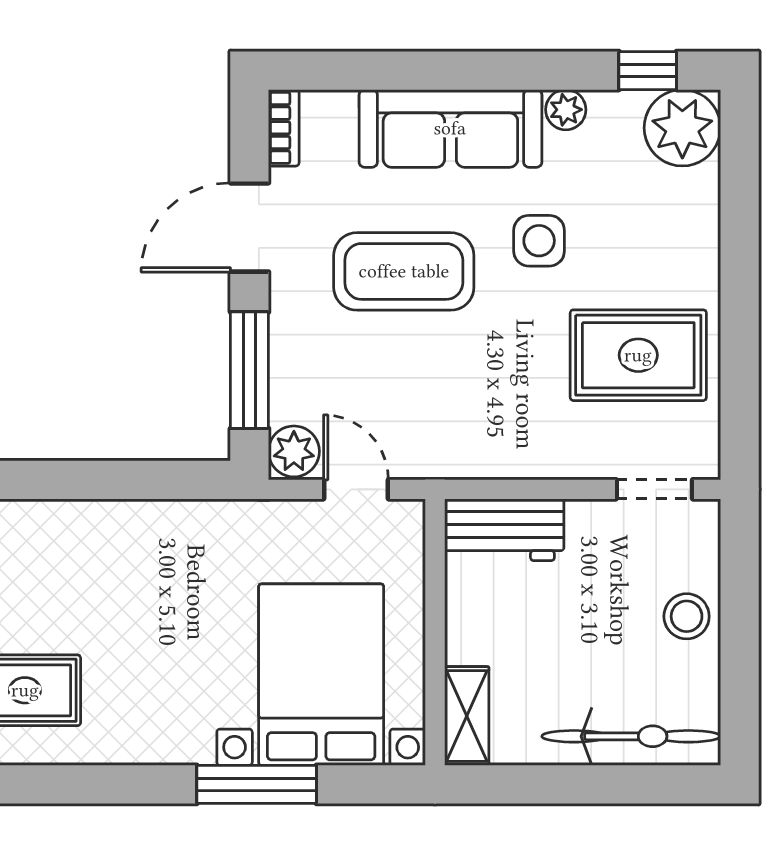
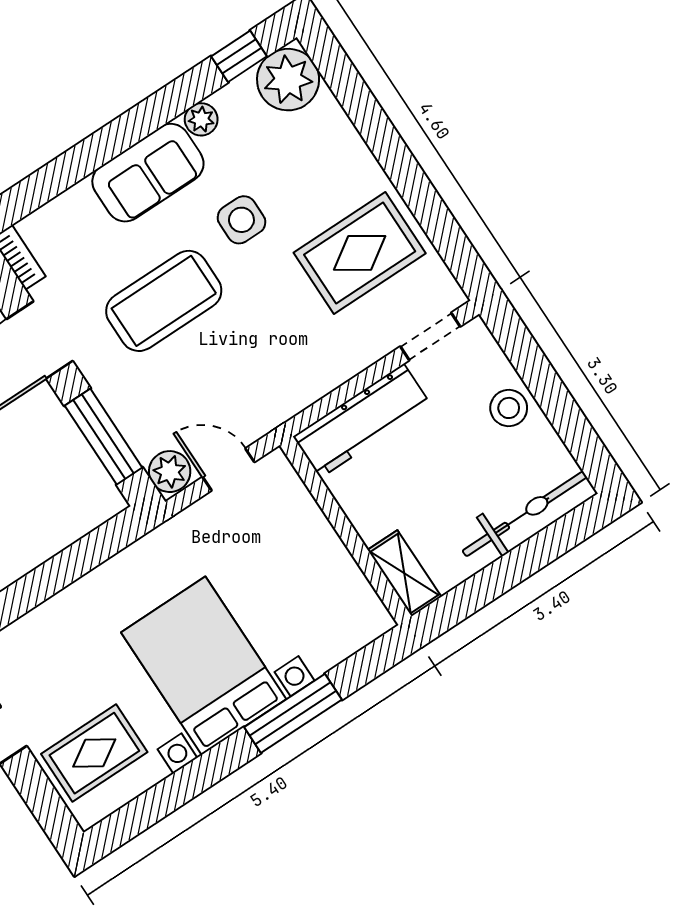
sofa: (450, 128) -> (148, 173), width x0.73
workbench: (504, 530) -> (362, 421), width x1.38
bed with nightstands: (321, 675) -> (204, 666), moved

